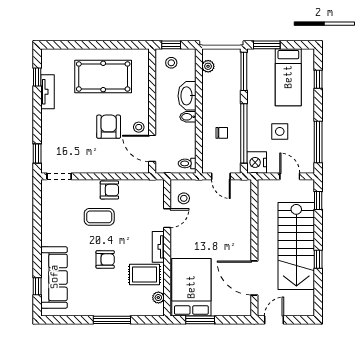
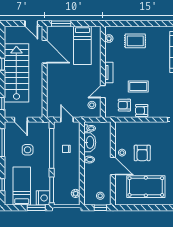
washbasin: (187, 96) -> (90, 142), moved
door: (152, 148) -> (113, 166), moved
nightstand: (257, 162) -> (43, 198), moved
coffee table: (99, 217) -> (138, 86), moved
armchair: (105, 259) -> (124, 105), moved
rug: (145, 274) -> (135, 41), moved
bed: (191, 287) -> (82, 45), width x0.67
window: (112, 320) -> (140, 24), removed
window: (200, 320) -> (61, 24), moved
door: (274, 320) -> (31, 24), hinge flipped

